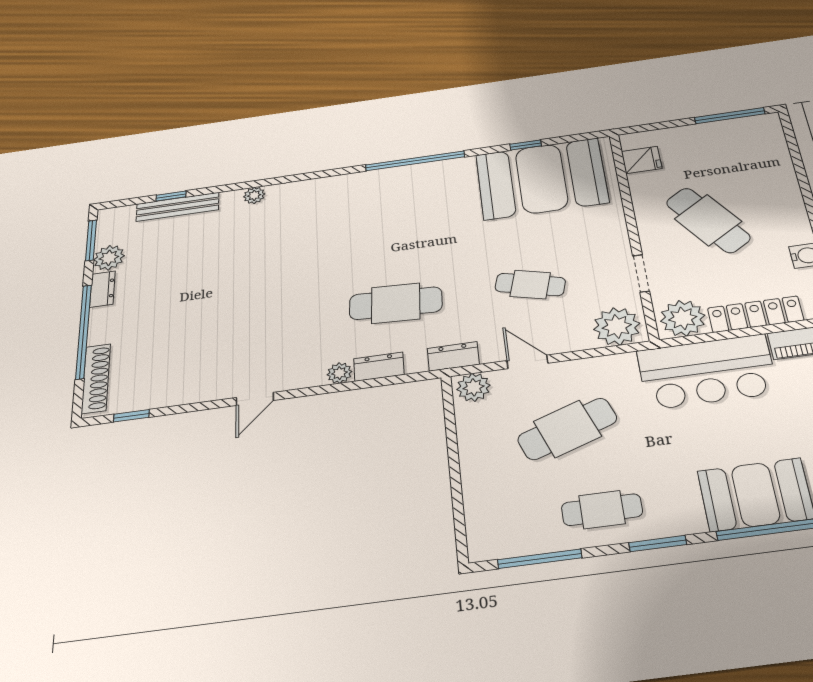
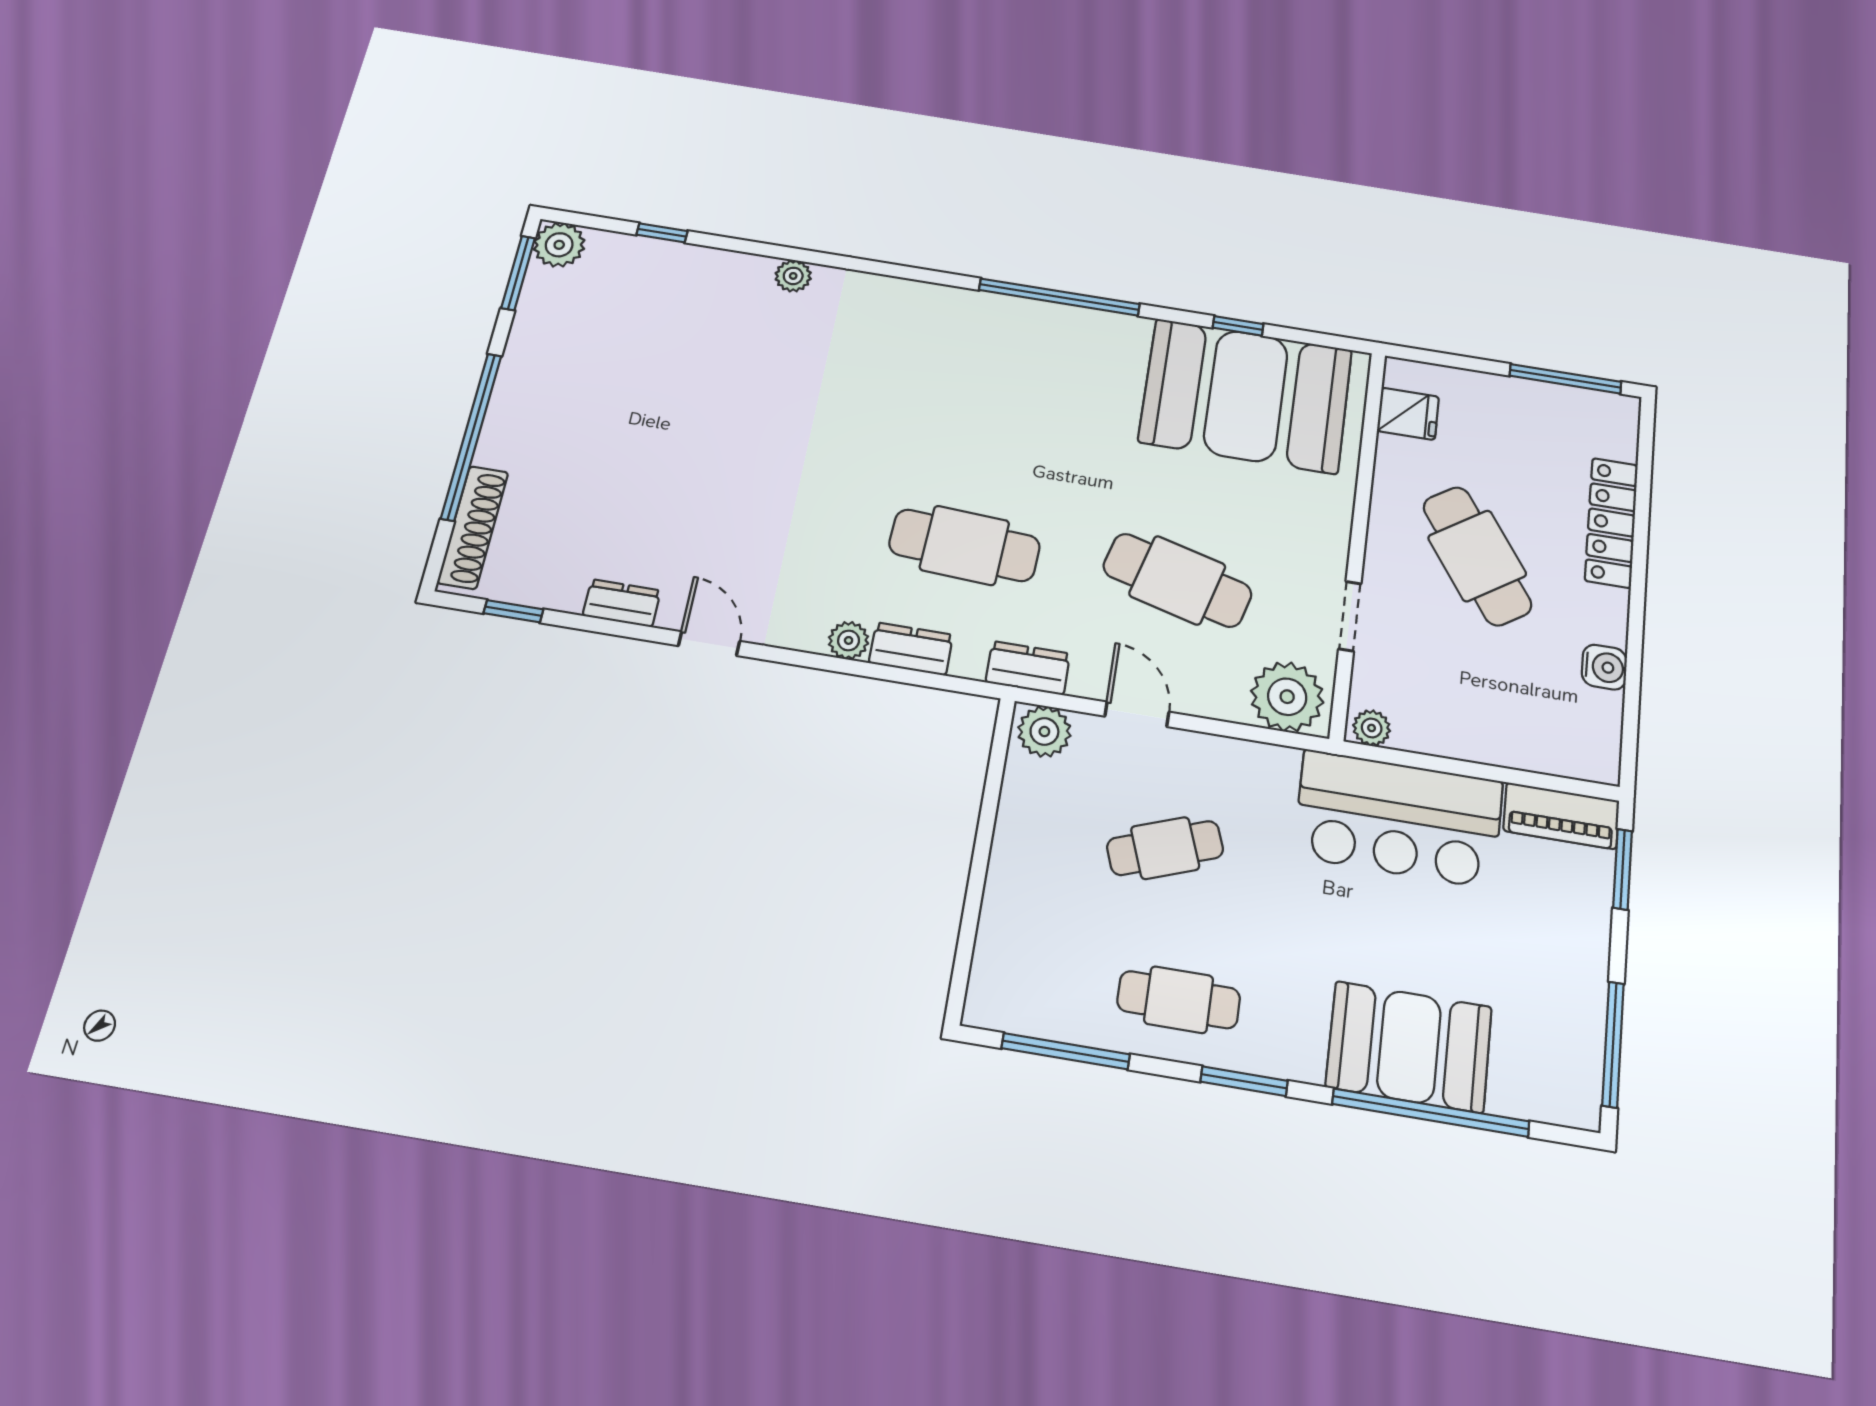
bench: (178, 207) -> (668, 257), removed
plant: (109, 258) -> (559, 245), moved
cafe table: (530, 285) -> (1177, 580), width x1.37, depth x1.35
dresser: (102, 289) -> (622, 603), moved, turned -90
locker: (756, 314) -> (1612, 523), moved, turned -90
plant: (683, 318) -> (1372, 728), width x0.53, depth x0.53
door: (255, 399) -> (709, 644), swing flipped
cafe table: (567, 429) -> (1165, 848), width x0.73, depth x0.74

